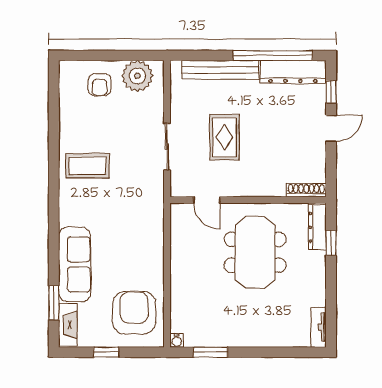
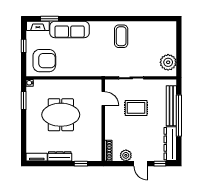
window: (273, 55) -> (179, 116), moved
armchair: (100, 85) -> (164, 43), removed
plant: (315, 157) -> (126, 155), added
door: (207, 200) -> (103, 99), swing flipped
dresser: (317, 227) -> (60, 156), moved
meeting table: (255, 252) -> (61, 115), moved

